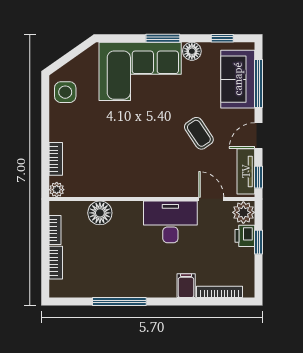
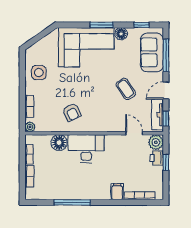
side table: (65, 92) -> (39, 73), moved
armchair: (119, 168) -> (72, 112), added
desk: (170, 222) -> (86, 149), moved

